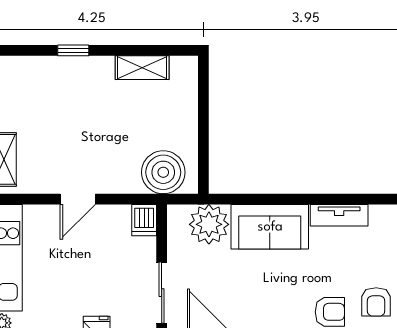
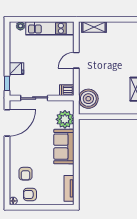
door: (78, 199) -> (76, 60), hinge flipped
tv unit: (339, 215) -> (69, 188), moved

